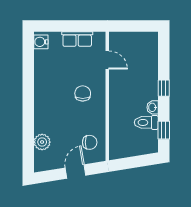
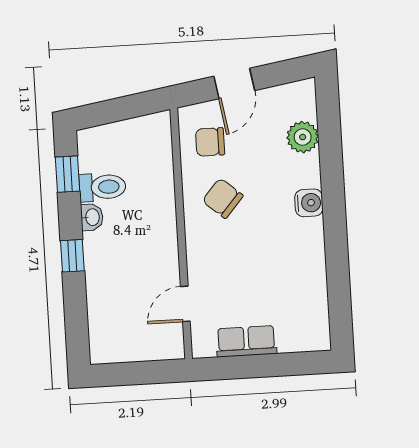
water cooler: (41, 42) -> (309, 203), moved
door: (107, 60) -> (185, 304), hinge flipped
chair: (83, 93) -> (223, 198), moved, turned 131

